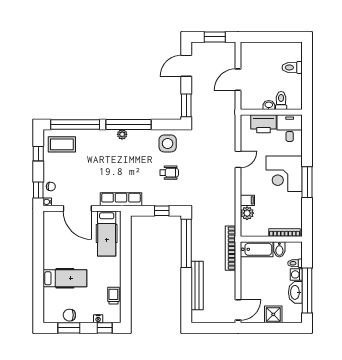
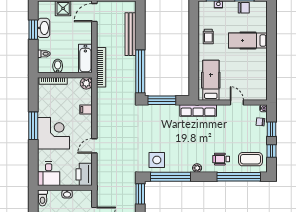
toilet: (281, 101) -> (42, 198), moved
window: (129, 124) -> (170, 177), moved
printer: (264, 124) -> (84, 174), moved, turned -90
wheelchair: (169, 173) -> (221, 159), moved
window: (38, 190) -> (271, 129), moved
door: (77, 208) -> (237, 102), width x0.53
window: (162, 211) -> (162, 100), width x2.17
plant: (247, 213) -> (86, 83), moved
bathtub: (257, 249) -> (85, 59), moved, turned -90
washing machine: (296, 274) -> (43, 44), removed
window: (307, 290) -> (33, 30), width x0.47
trolley: (113, 296) -> (208, 36), moved

